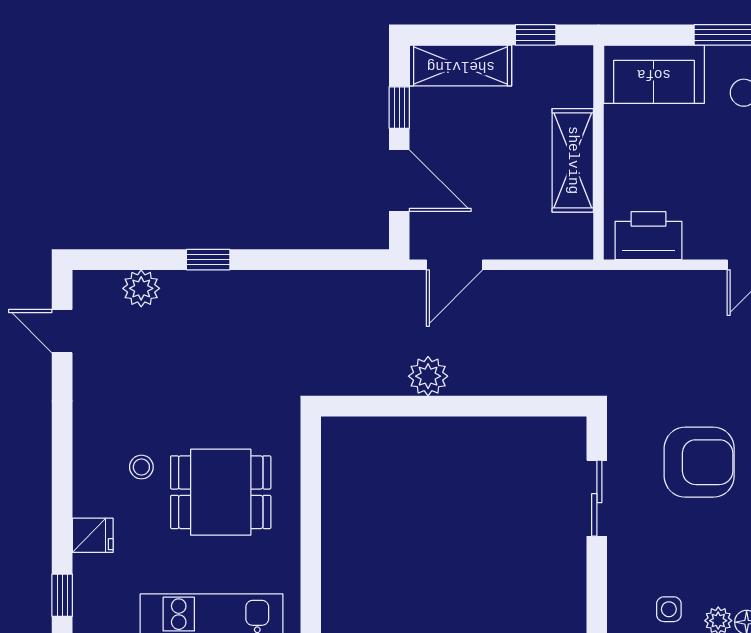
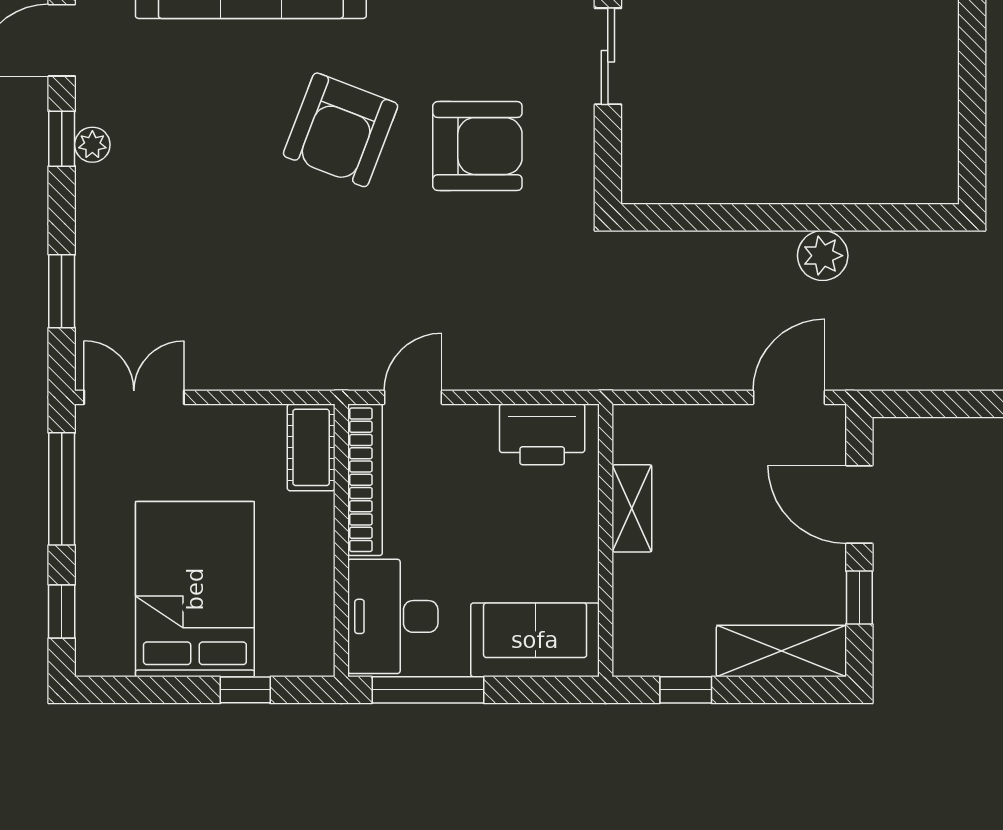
shelving: (573, 160) -> (632, 508), width x0.67, depth x0.75
armchair: (699, 462) -> (477, 146), turned 180
sliding door: (597, 498) -> (608, 56), moved

